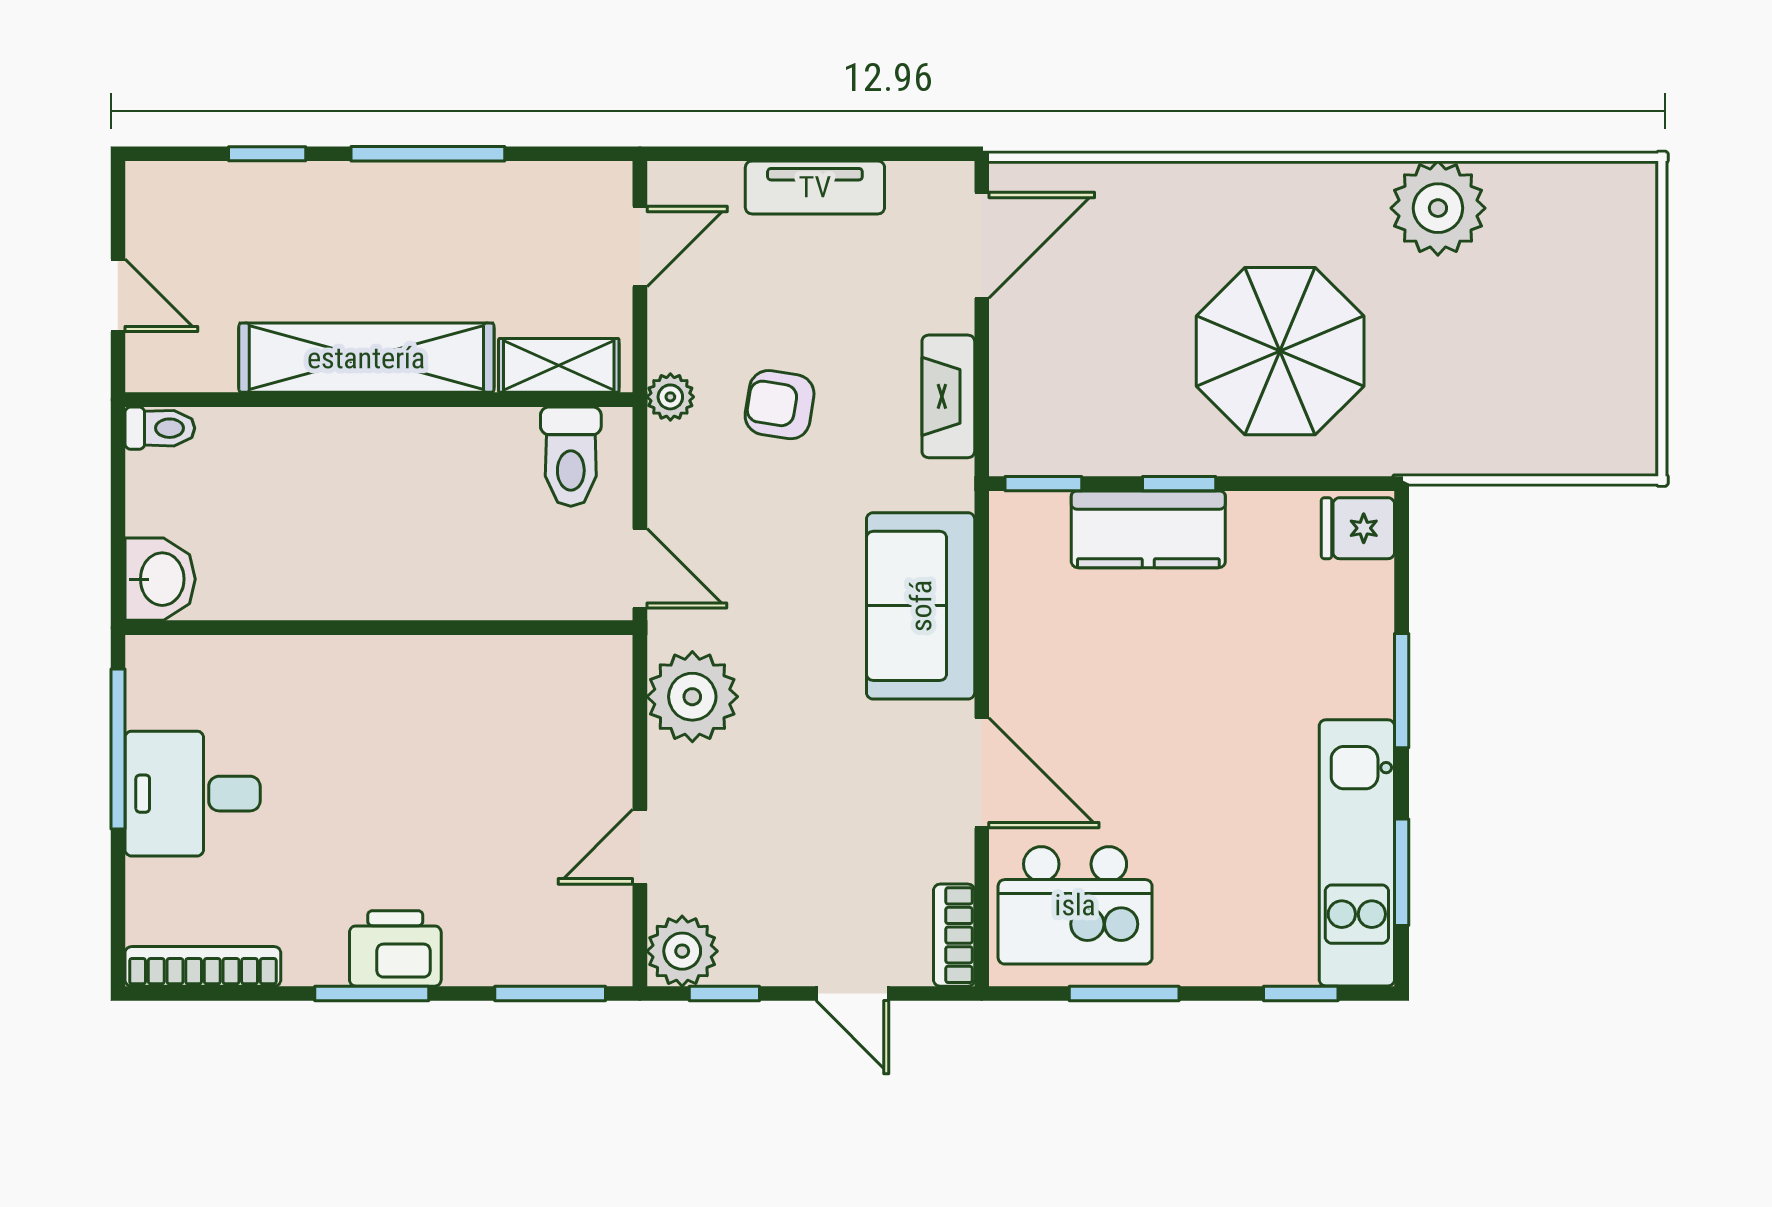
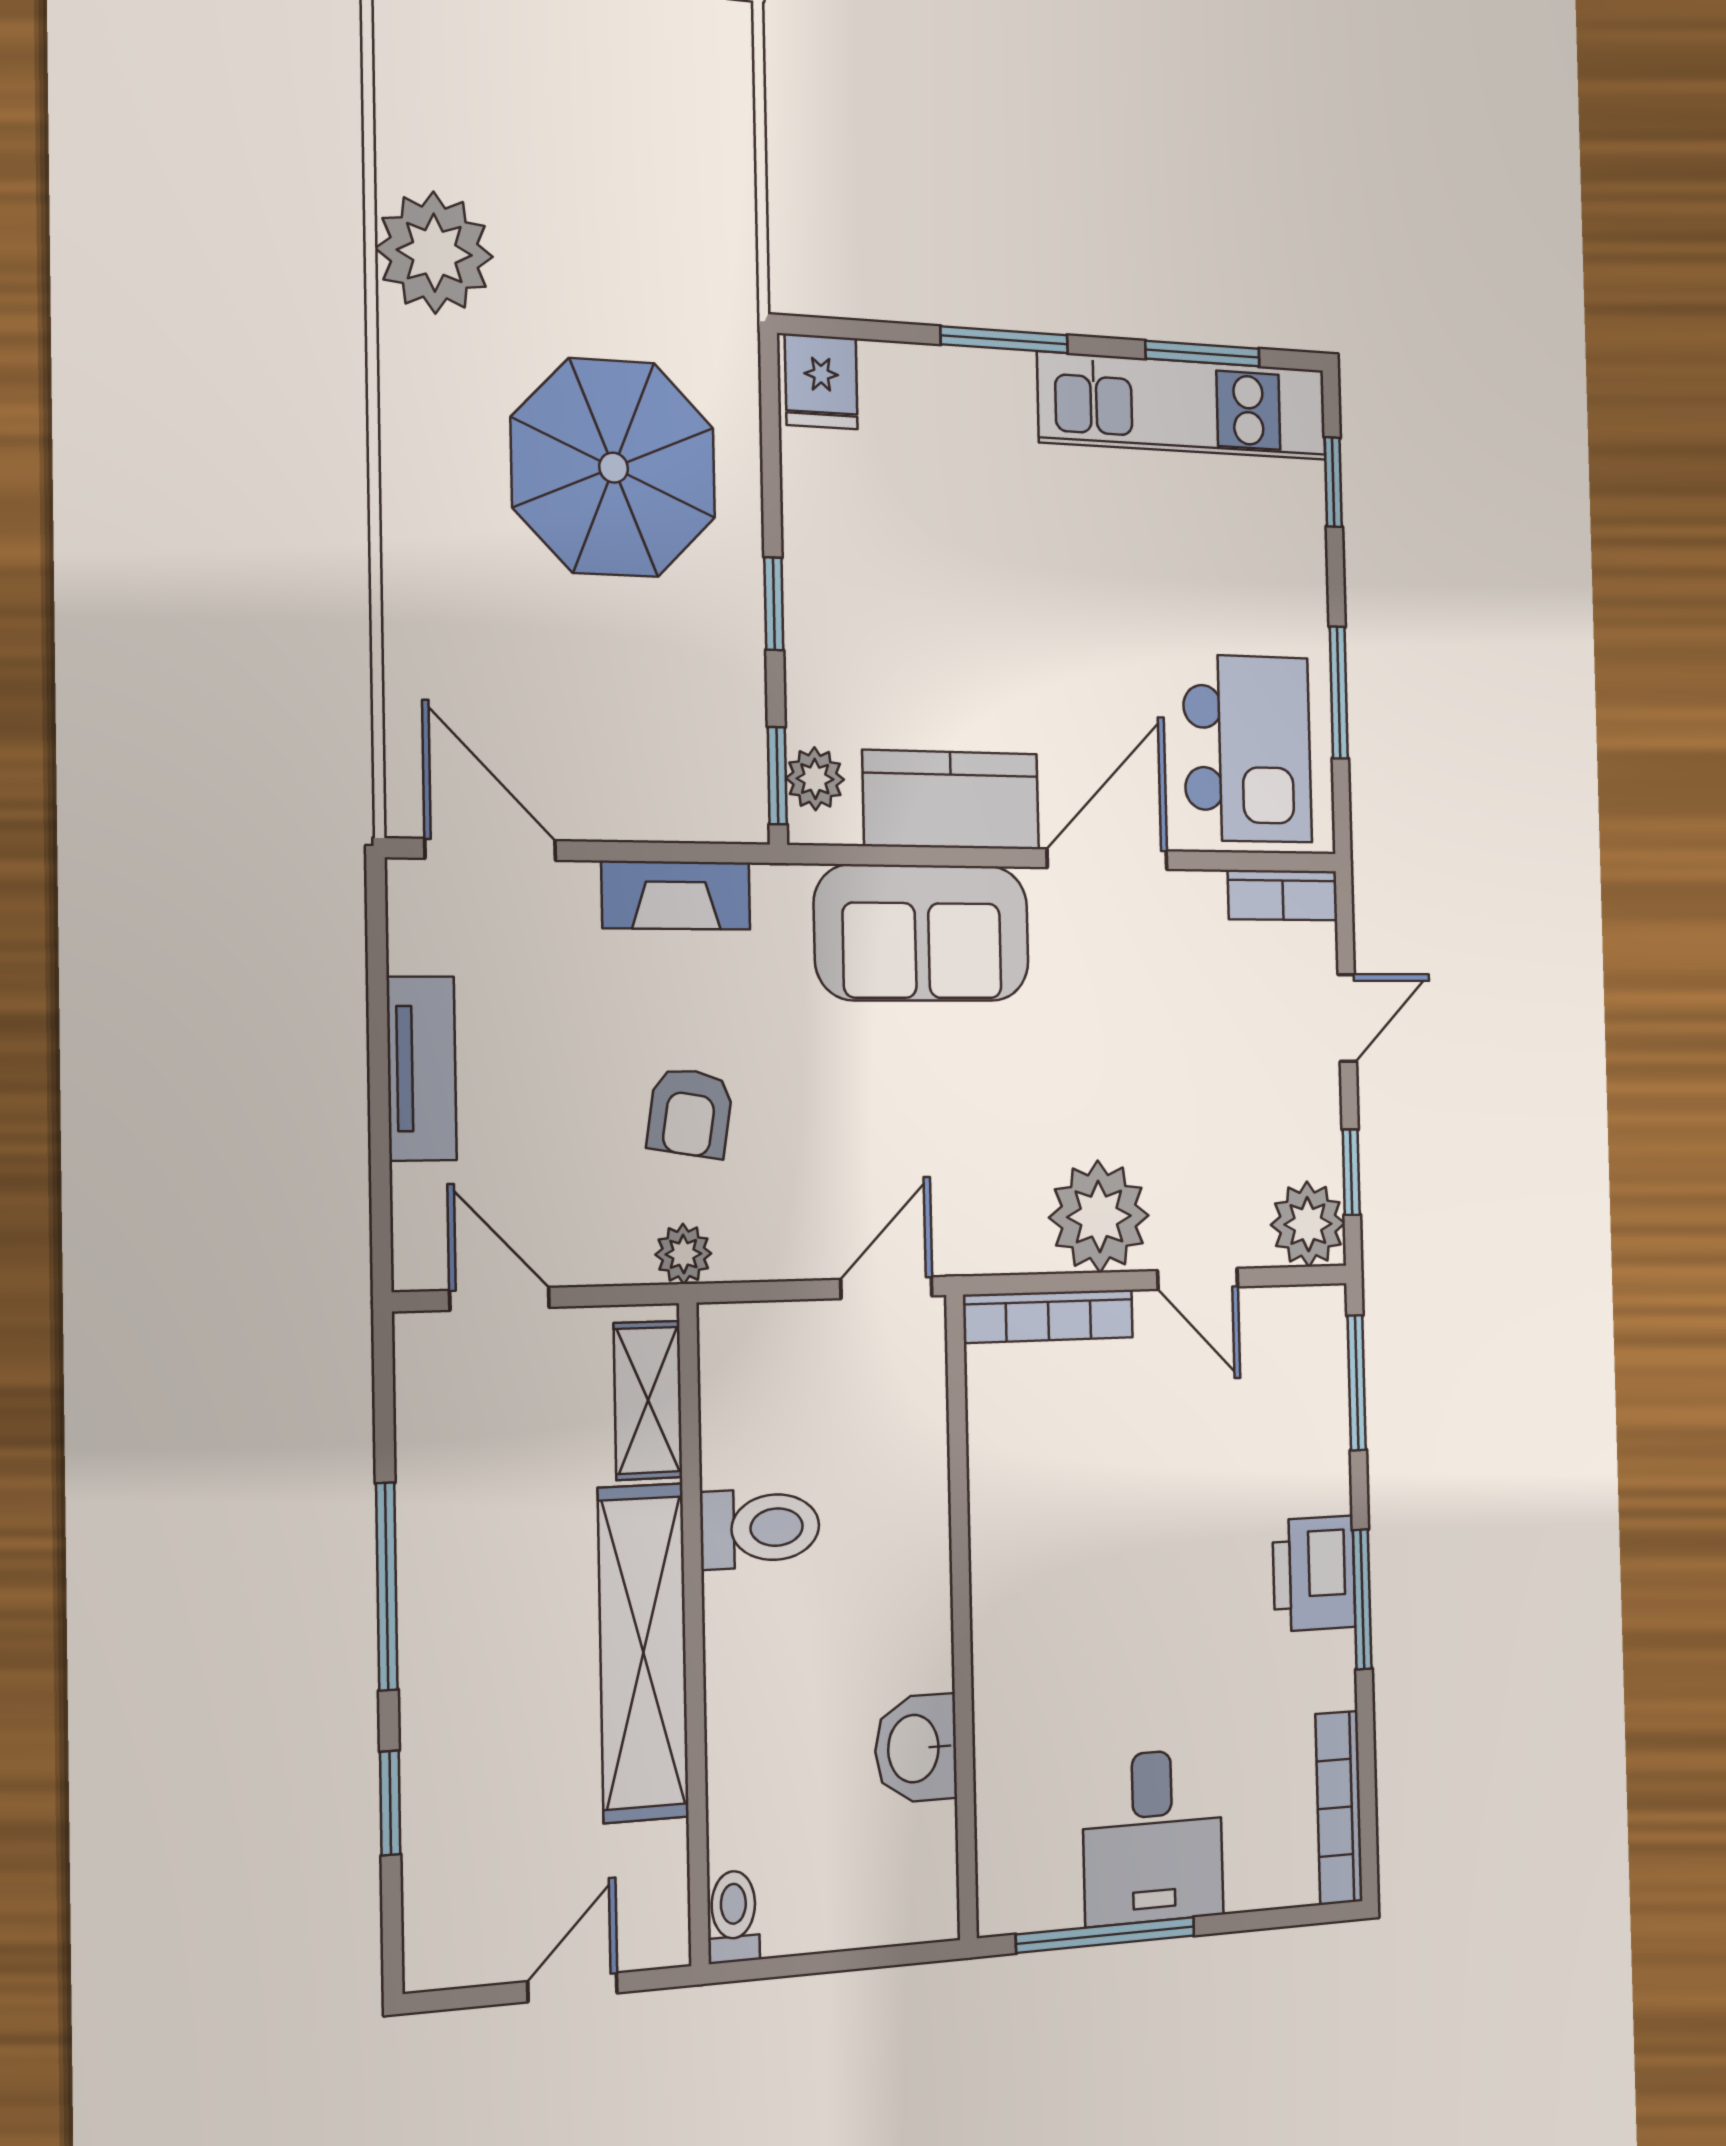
toilet: (571, 457) -> (760, 1528), moved
plant: (1042, 516) -> (815, 779), added
kitchen counter: (1148, 529) -> (951, 800), moved, turned -90
washbasin: (160, 579) -> (916, 1748), moved, turned -90
plant: (692, 697) -> (1099, 1216), moved
bookcase: (613, 710) -> (1048, 1316), added

